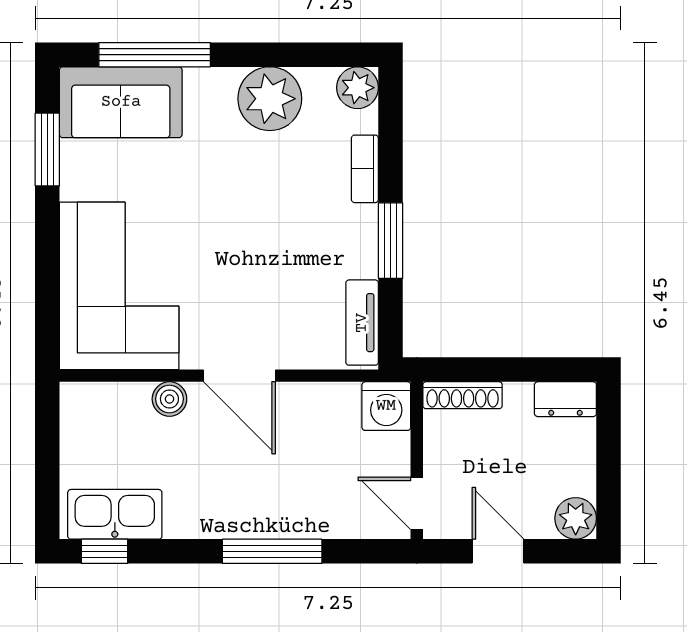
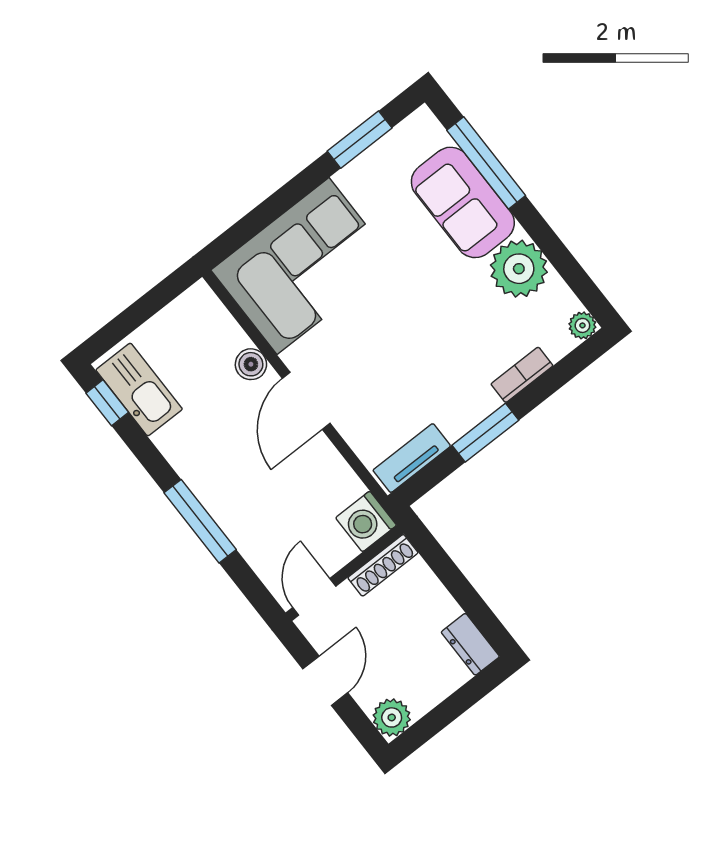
plant: (358, 88) -> (582, 325), width x0.73, depth x0.73
sofa: (121, 102) -> (463, 202), moved
shoe rack: (463, 395) -> (383, 565), moved, turned -90

